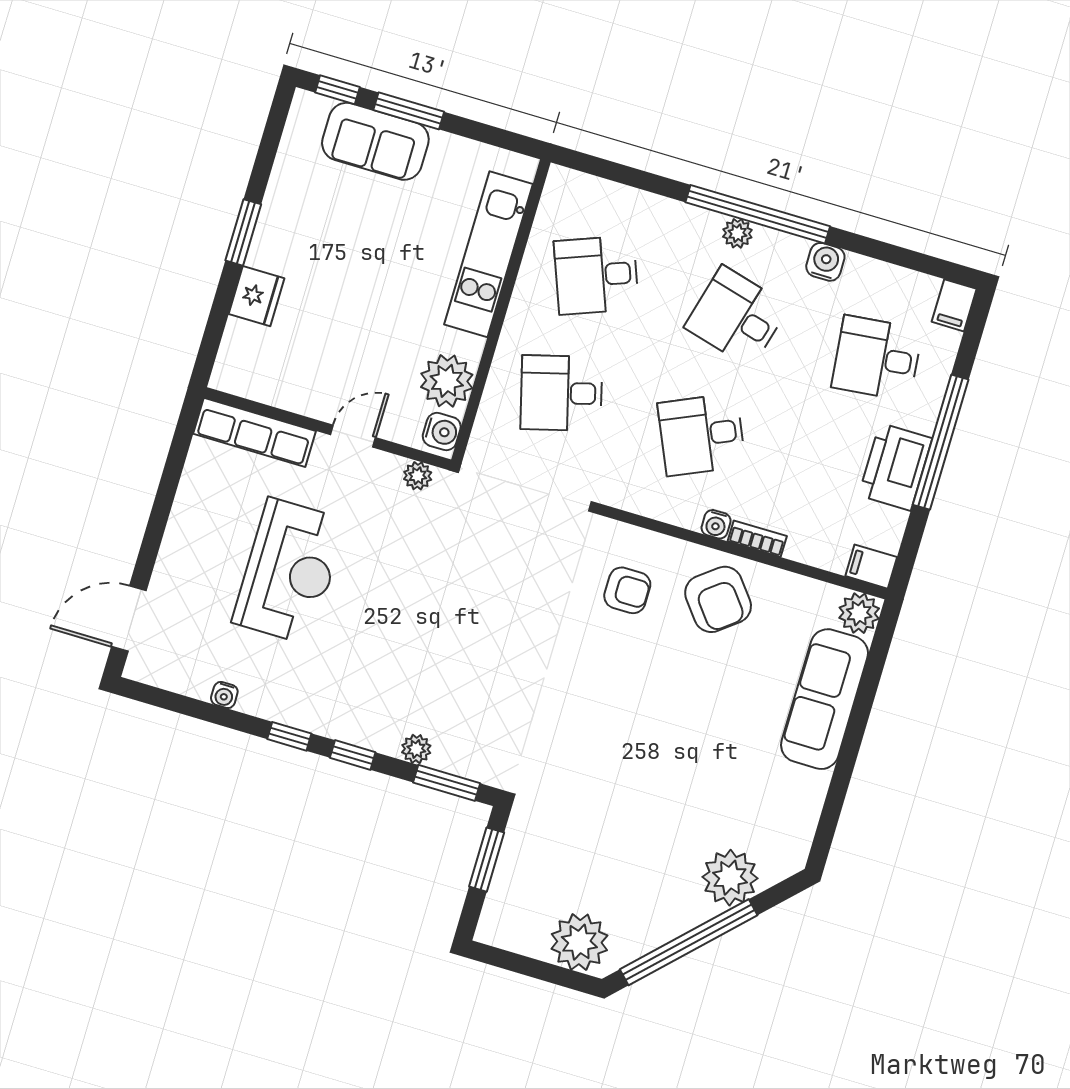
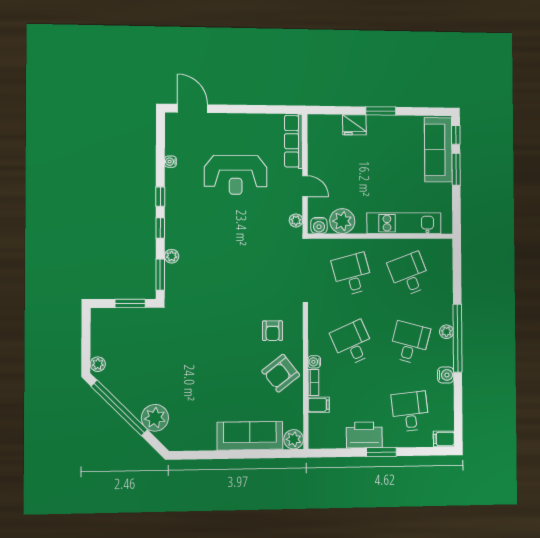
sofa: (375, 141) -> (438, 150), width x1.36
window: (941, 442) -> (381, 452), width x0.47
filing cabinet: (871, 567) -> (319, 405), moved, turned 90
plant: (579, 942) -> (98, 364), width x0.53, depth x0.53

